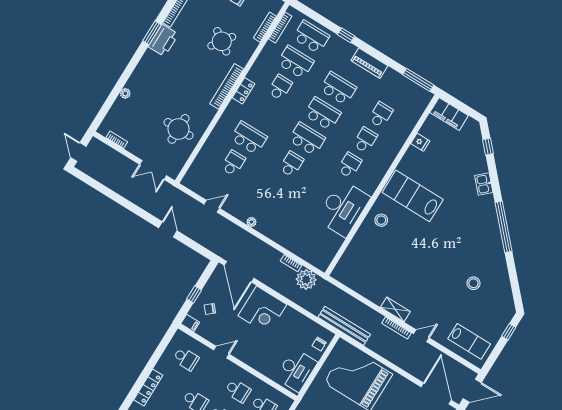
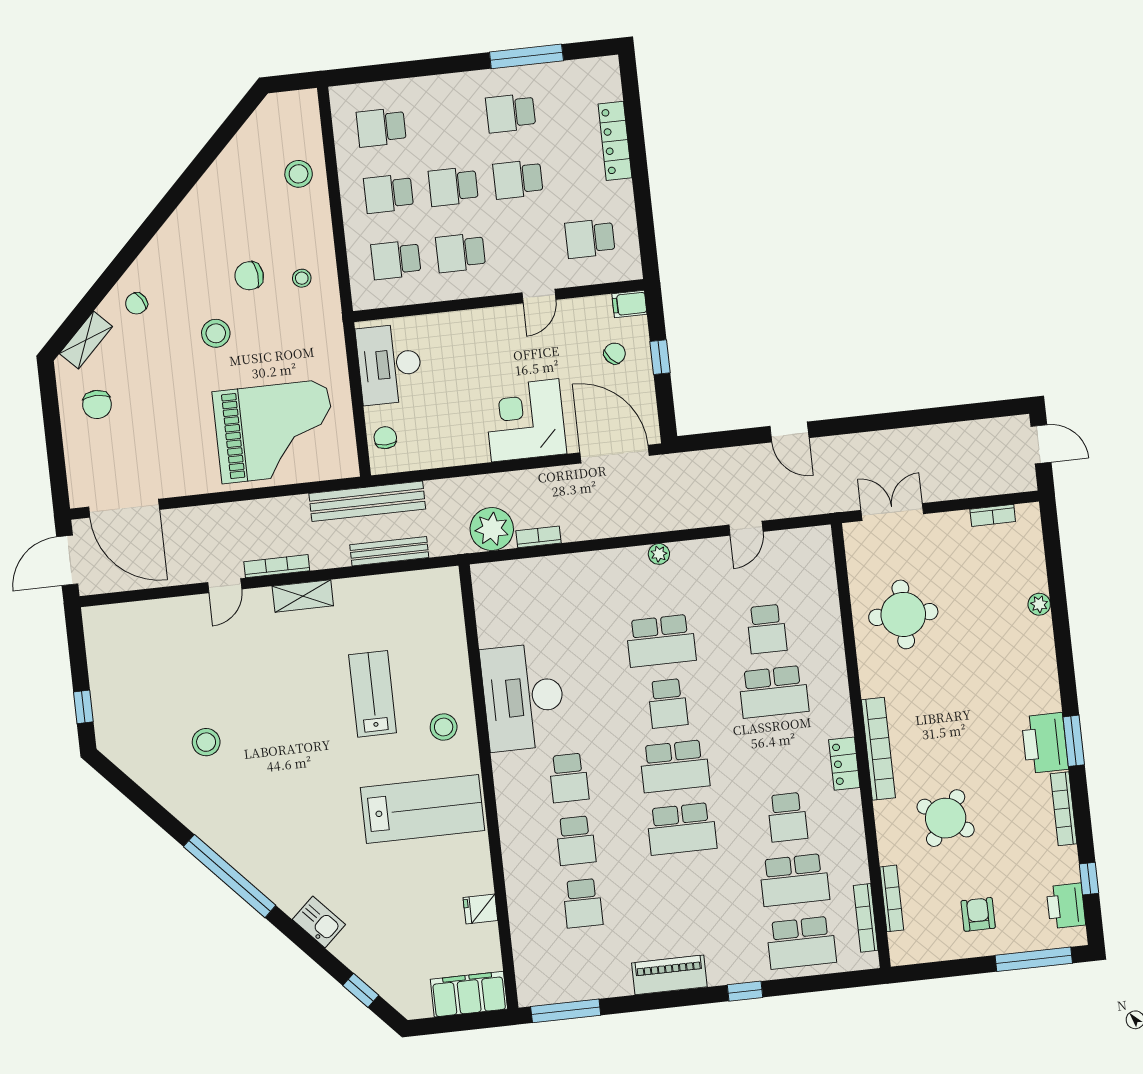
school desk: (338, 88) -> (661, 641), moved
bench: (350, 301) -> (389, 551), added
lab bench: (469, 341) -> (373, 694), moved, turned 90

